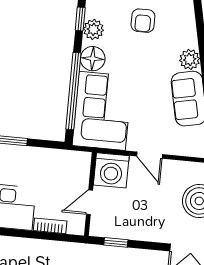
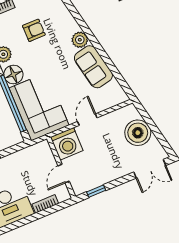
armchair: (143, 21) -> (34, 30), turned -90
door: (150, 155) -> (87, 120), swing flipped

